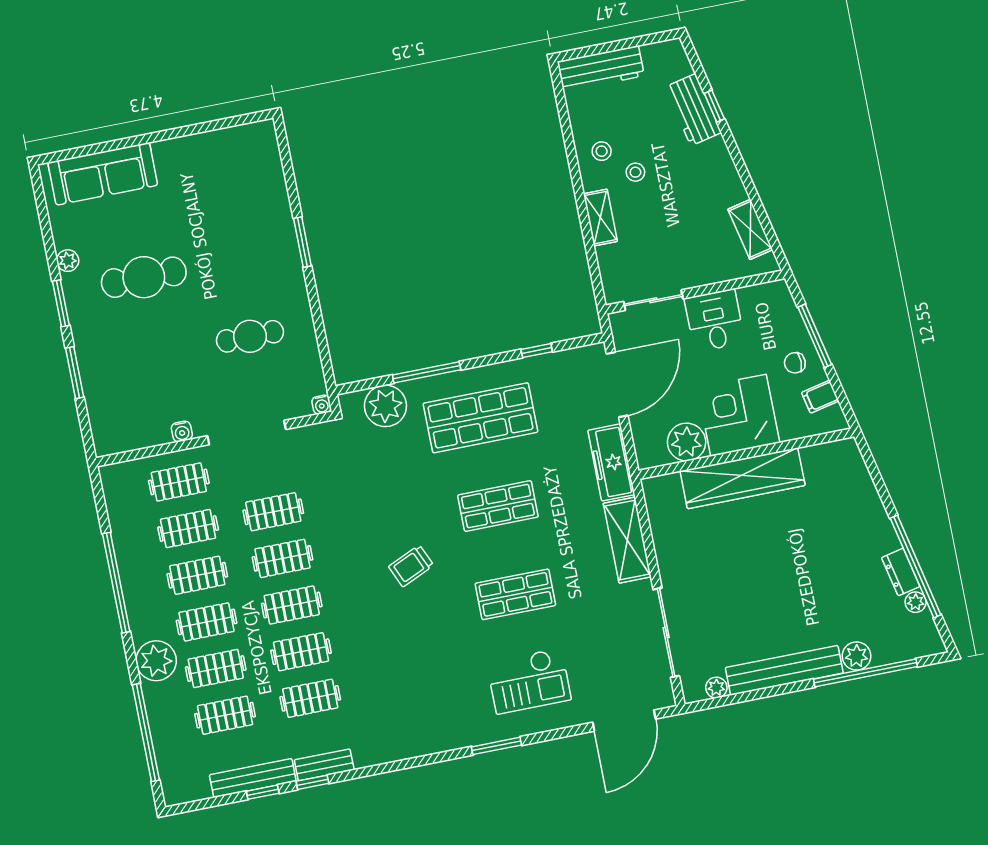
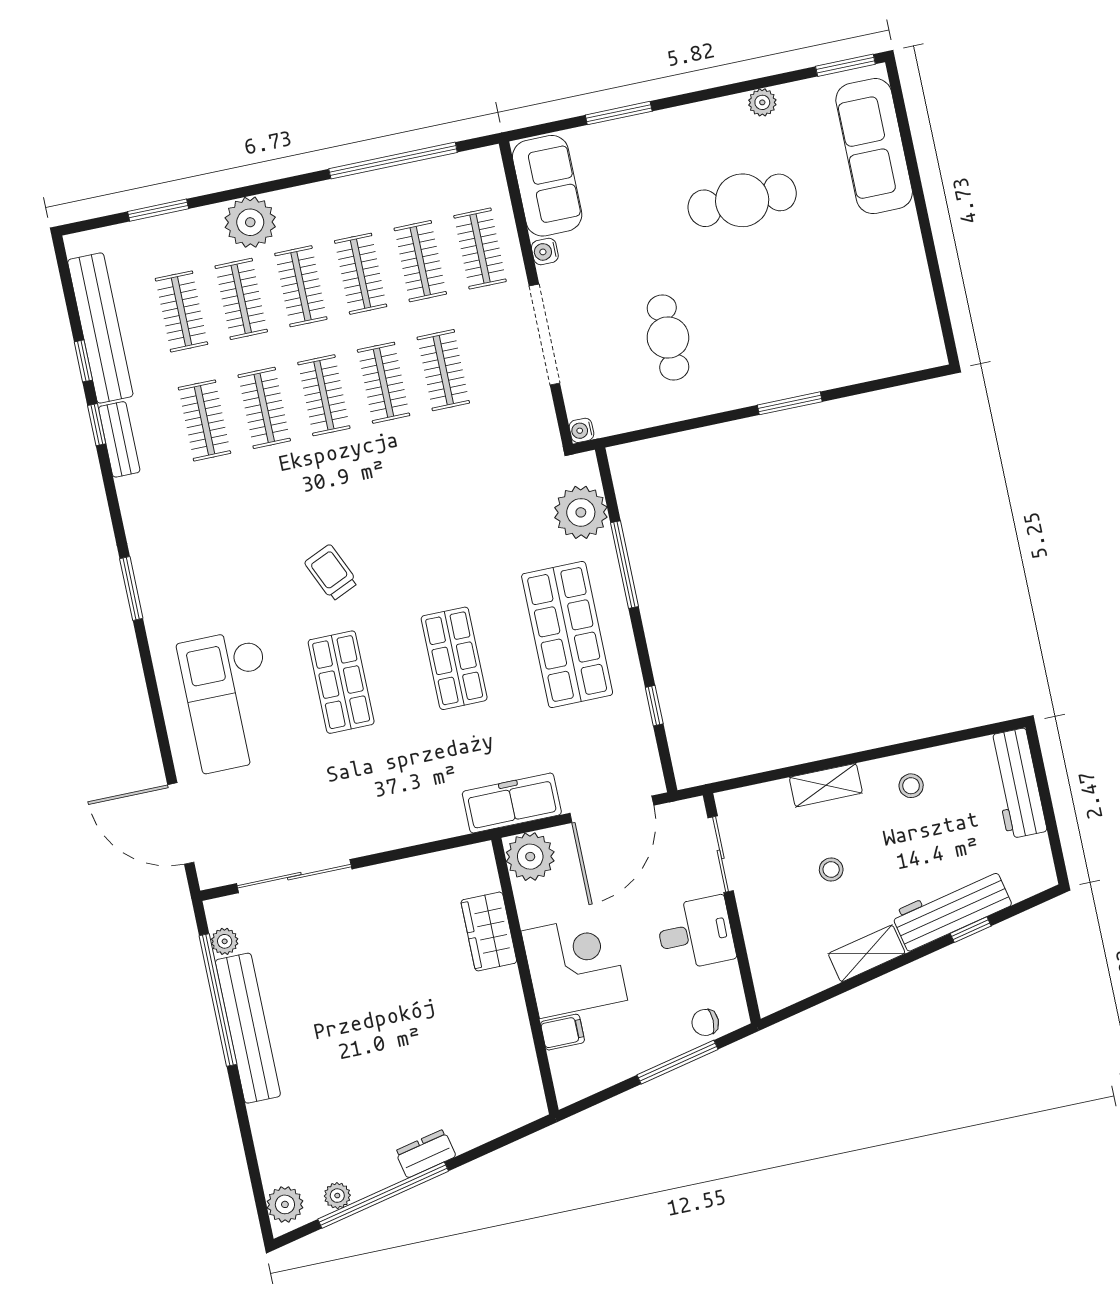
workbench: (693, 110) -> (951, 909), width x1.37
stool: (635, 172) -> (831, 869), moved
shelving: (750, 229) -> (867, 953), moved
cafe table: (144, 277) -> (742, 200), turned 90
window: (61, 303) -> (845, 65), moved
chair: (795, 363) -> (705, 1022), moved, turned -90
door: (617, 385) -> (612, 809), hinge flipped
filing cabinet: (820, 397) -> (563, 1032), moved, turned 102
sofa: (131, 429) -> (547, 186), added
plant: (687, 442) -> (530, 857), moved
wardrobe: (743, 478) -> (489, 931), width x0.48, depth x0.85
shelving: (627, 540) -> (412, 825), removed
trolley: (411, 566) -> (331, 573), moved
dresser: (901, 572) -> (426, 1154), moved
window: (116, 583) -> (393, 161), moved
plant: (856, 656) -> (285, 1204), moved
window: (865, 673) -> (218, 1000), moved
checkout: (529, 681) -> (230, 701), width x1.36, depth x1.21
window: (146, 732) -> (158, 210), width x0.47
window: (496, 746) -> (131, 589), moved
bench: (253, 778) -> (100, 328), width x1.37, depth x1.21

